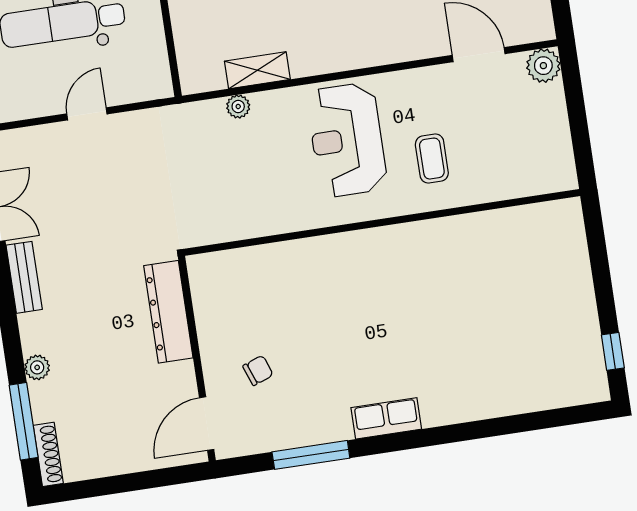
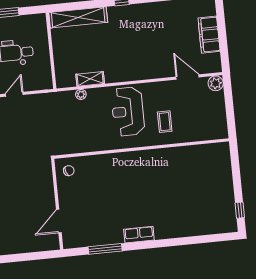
dresser: (168, 312) -> (46, 183), removed
chair: (258, 370) -> (69, 171), moved
door: (207, 424) -> (59, 221), moved

